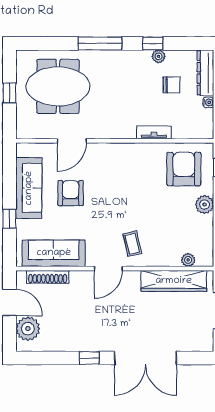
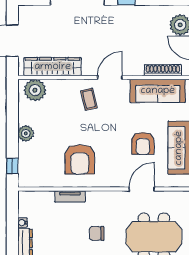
chair: (171, 85) -> (97, 233), moved
armchair: (184, 169) -> (80, 159), moved
plant: (188, 260) -> (35, 90), width x1.87, depth x1.87

